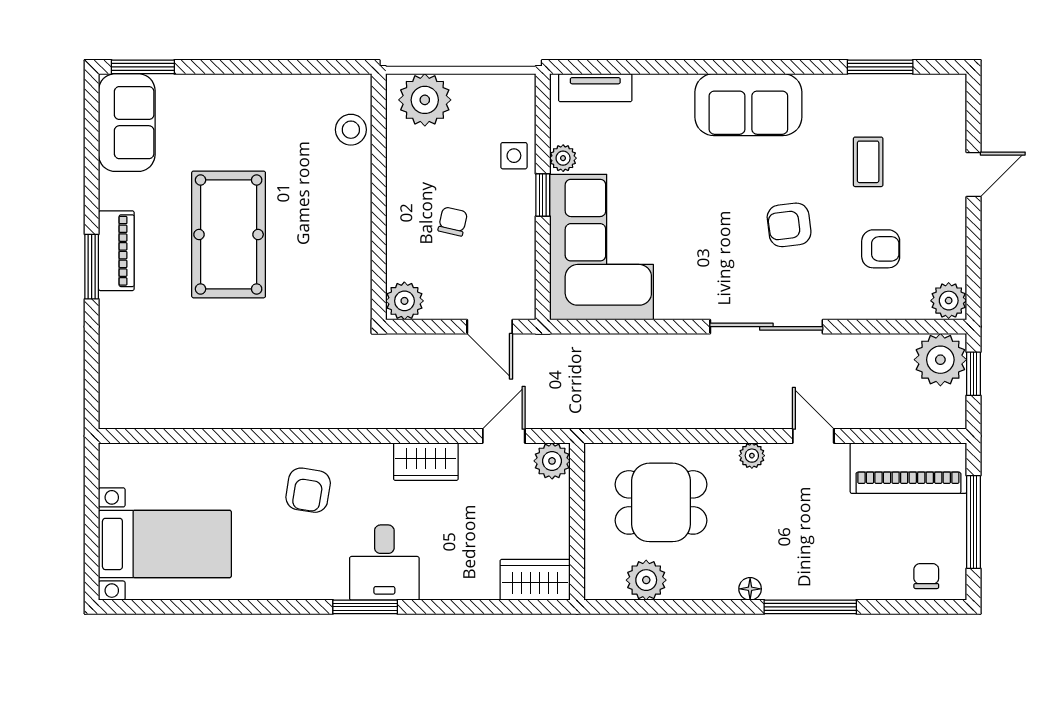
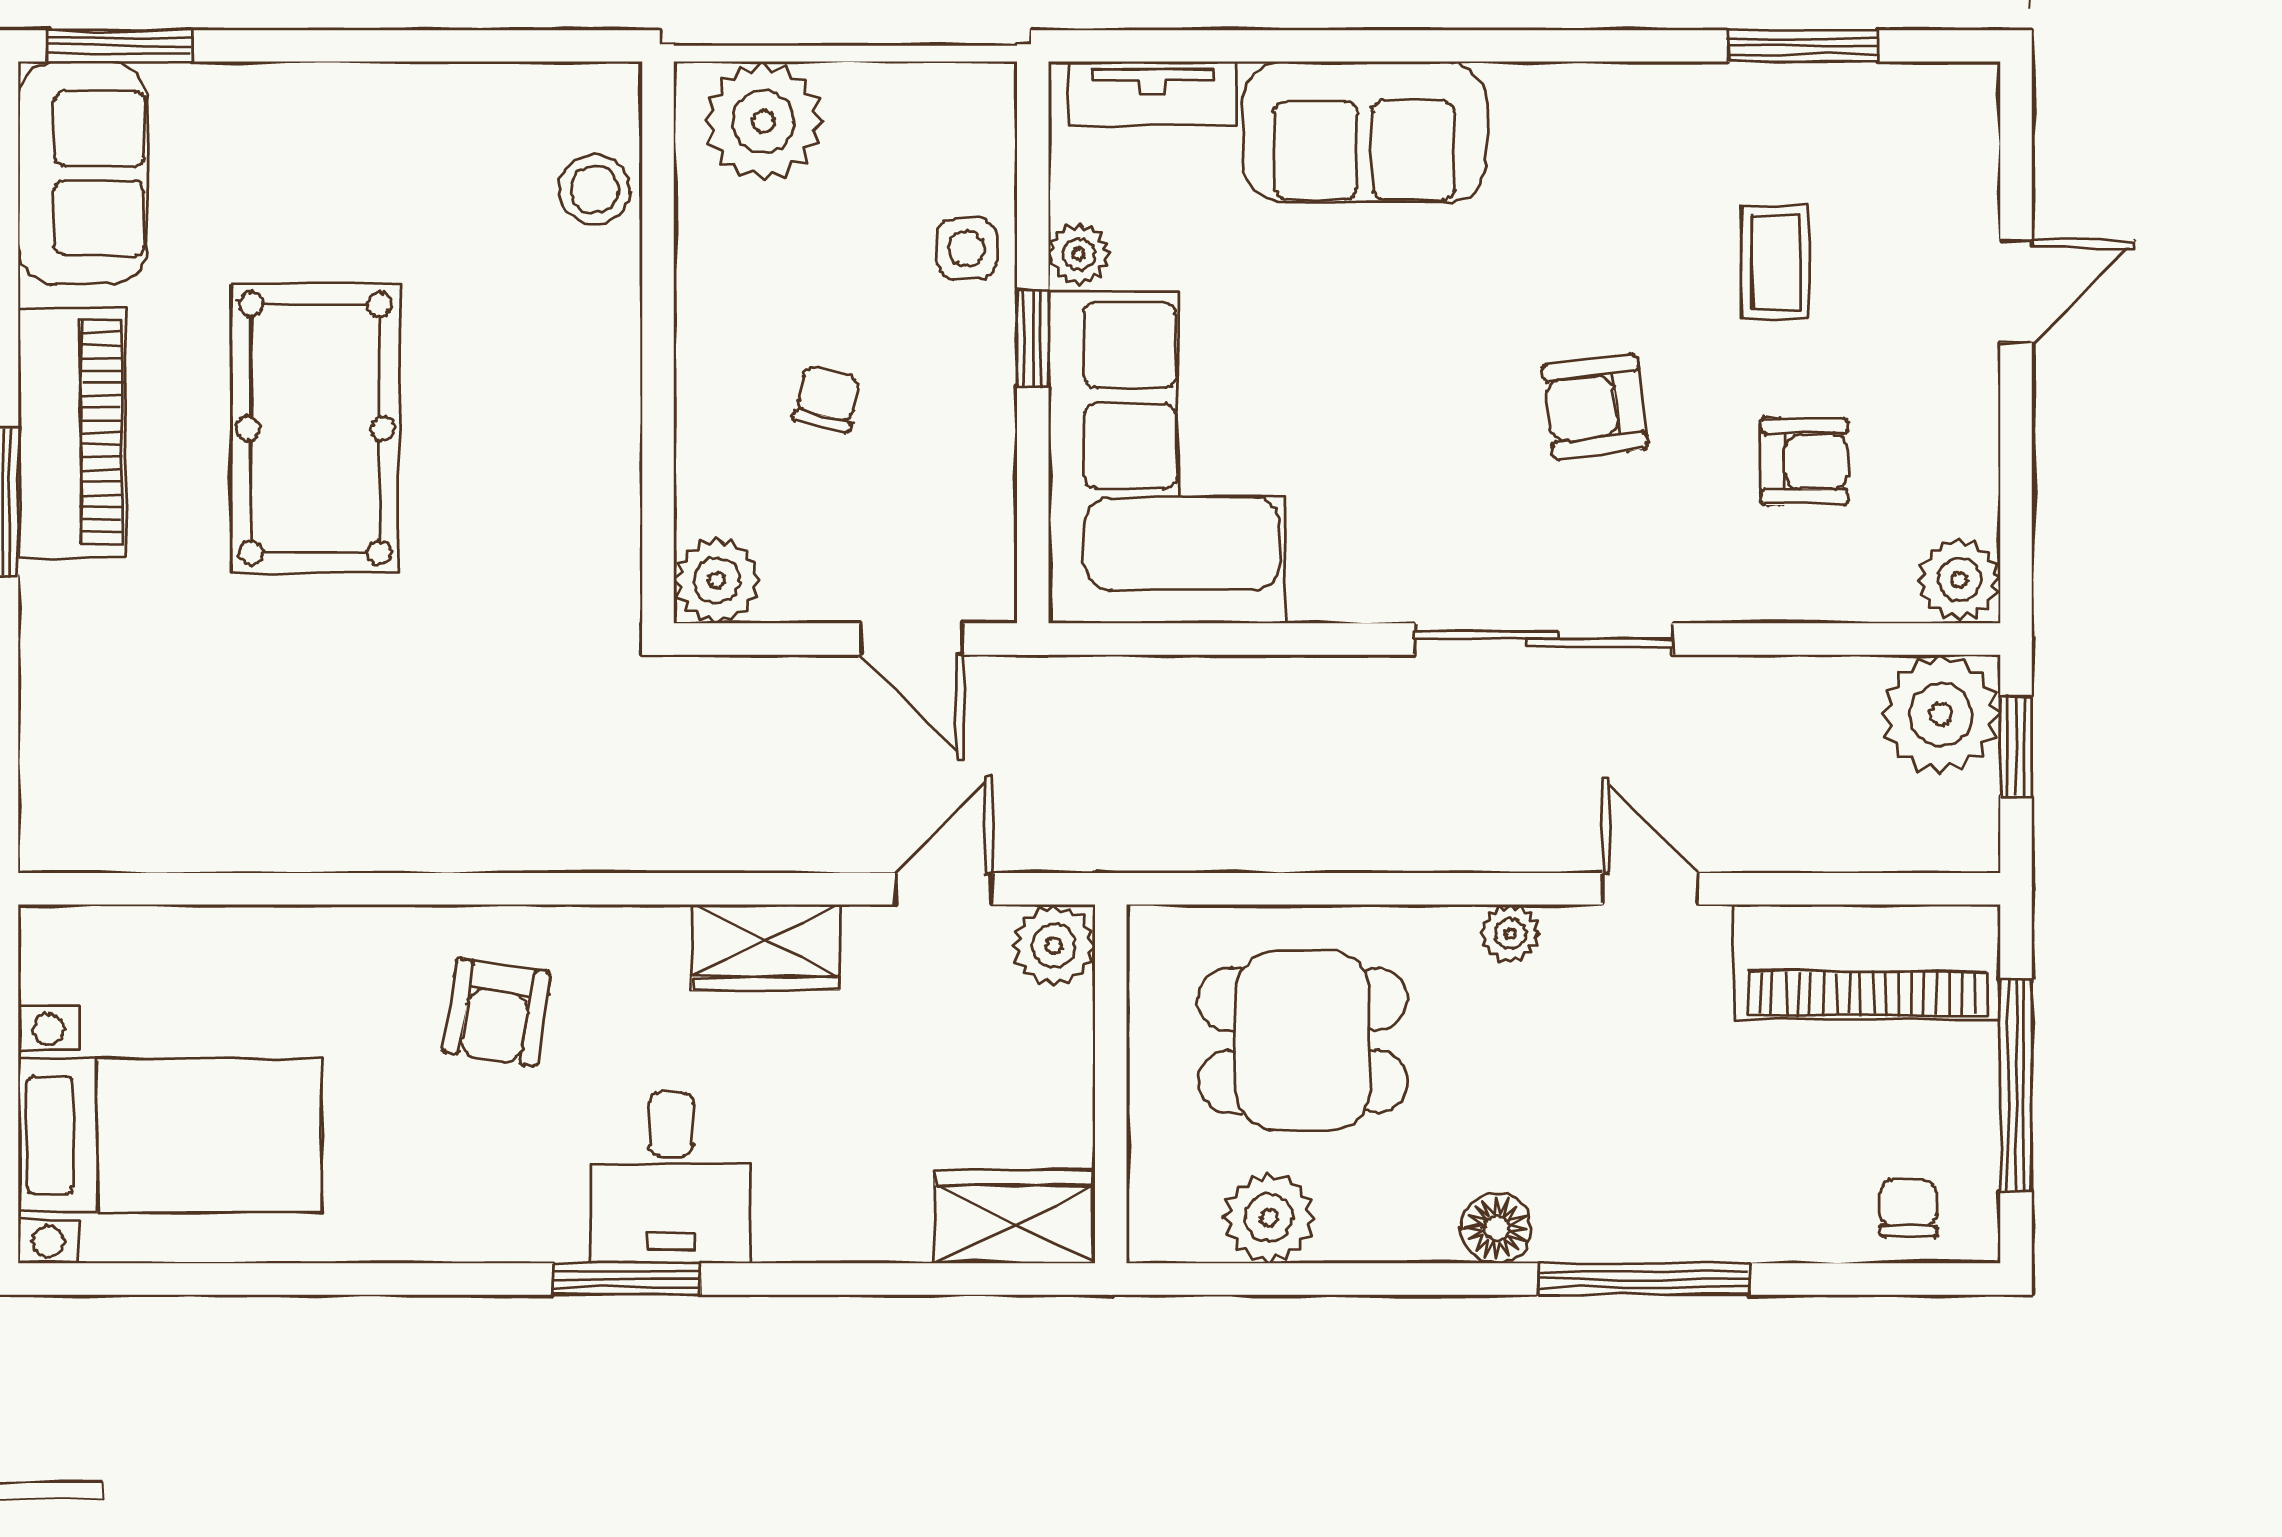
sofa: (748, 105) -> (1365, 132), moved
piano: (116, 251) -> (72, 432), width x1.37, depth x1.33
floor lamp: (750, 589) -> (1496, 1228), width x1.37, depth x1.37

